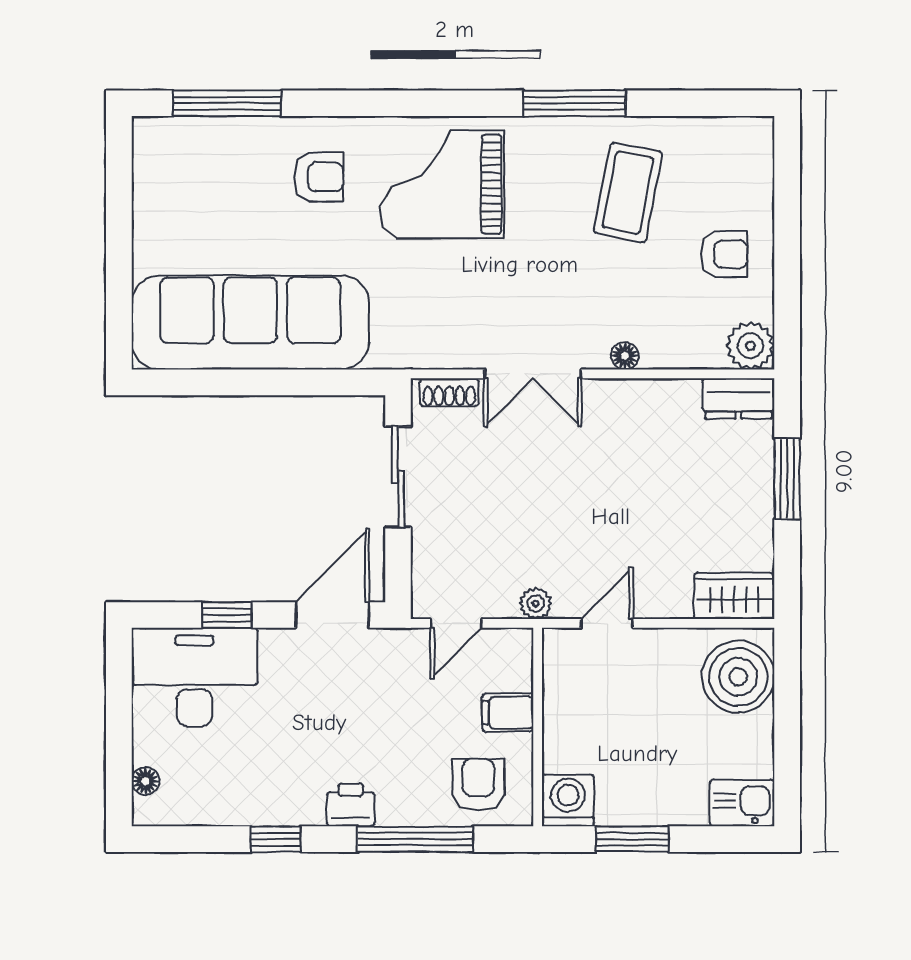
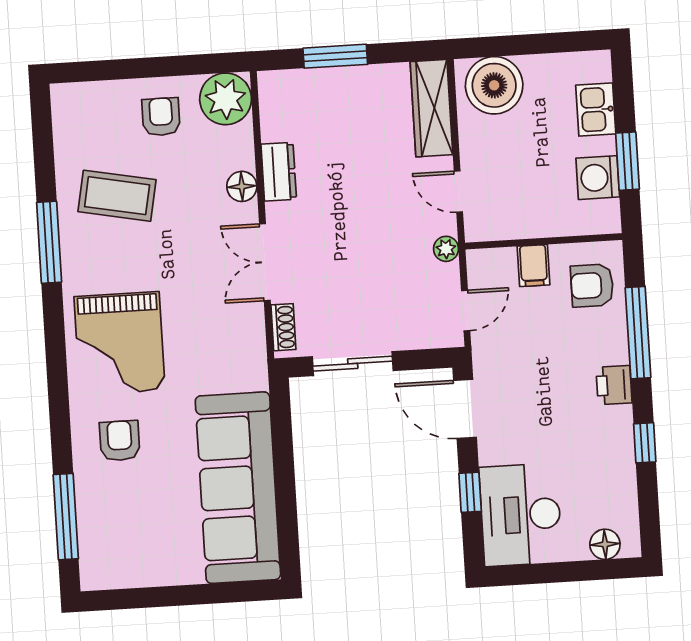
plant: (750, 346) -> (226, 99), width x1.36, depth x1.36
floor lamp: (625, 356) -> (242, 186), width x1.37, depth x1.37
double door: (533, 374) -> (265, 262), swing flipped
dresser: (738, 398) -> (279, 172), moved
wardrobe: (734, 596) -> (431, 108), width x1.50
door: (456, 623) -> (466, 311), hinge flipped
floor lamp: (145, 781) -> (605, 544), width x1.37, depth x1.37
washing machine: (568, 800) -> (598, 178), moved
kitchen sink: (742, 803) -> (596, 109), moved

